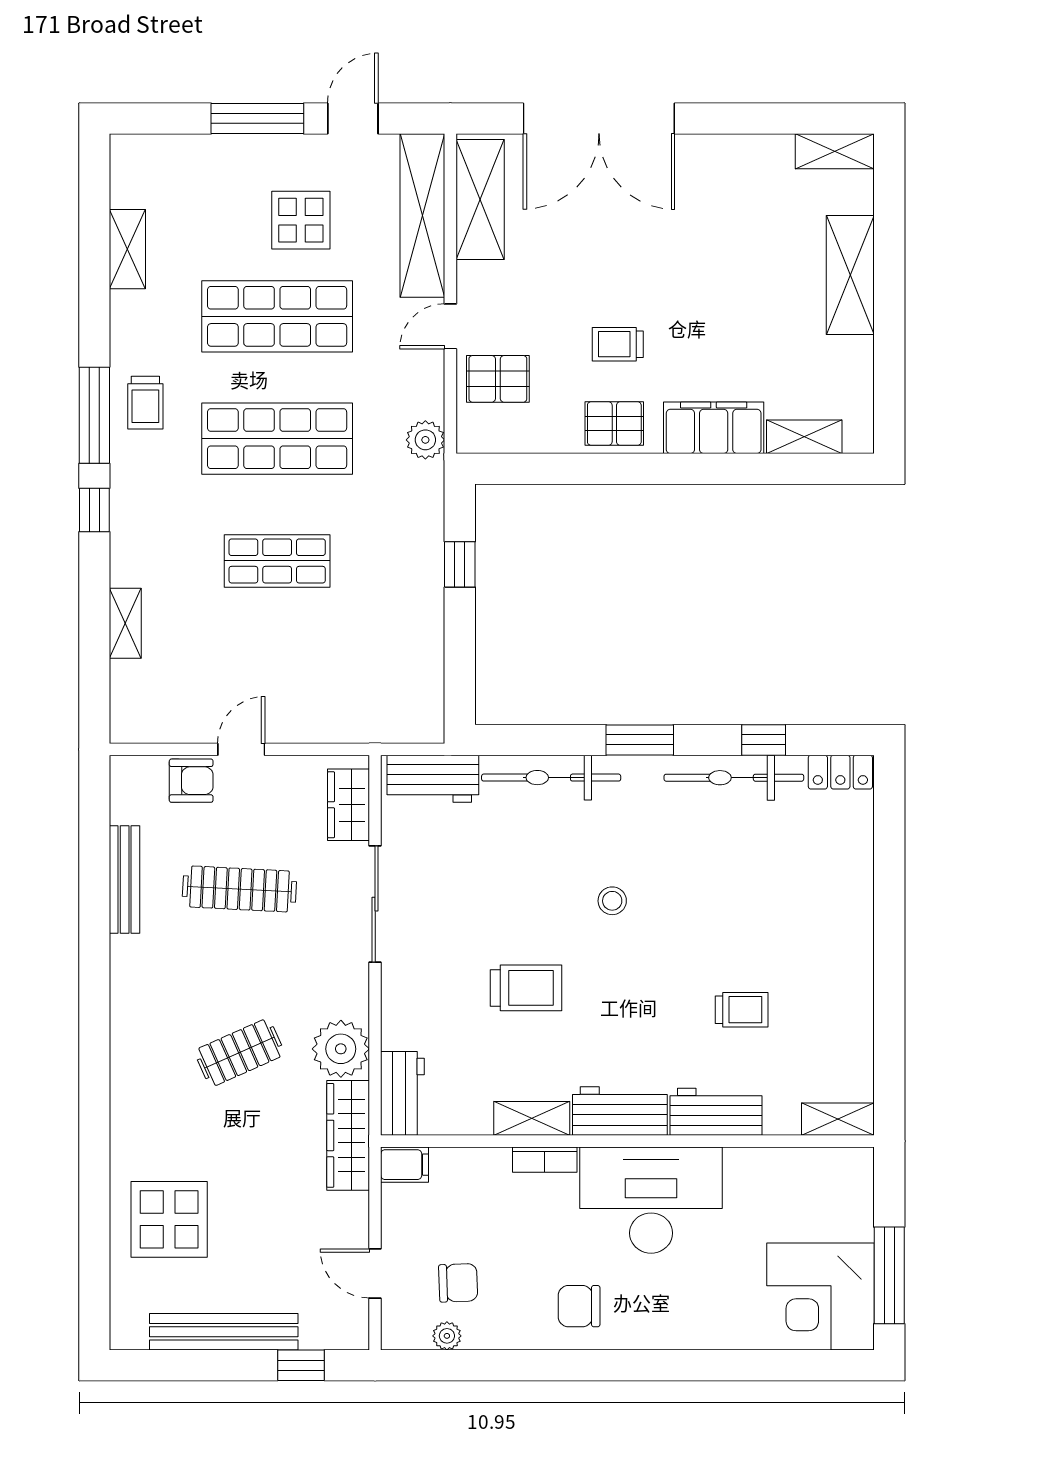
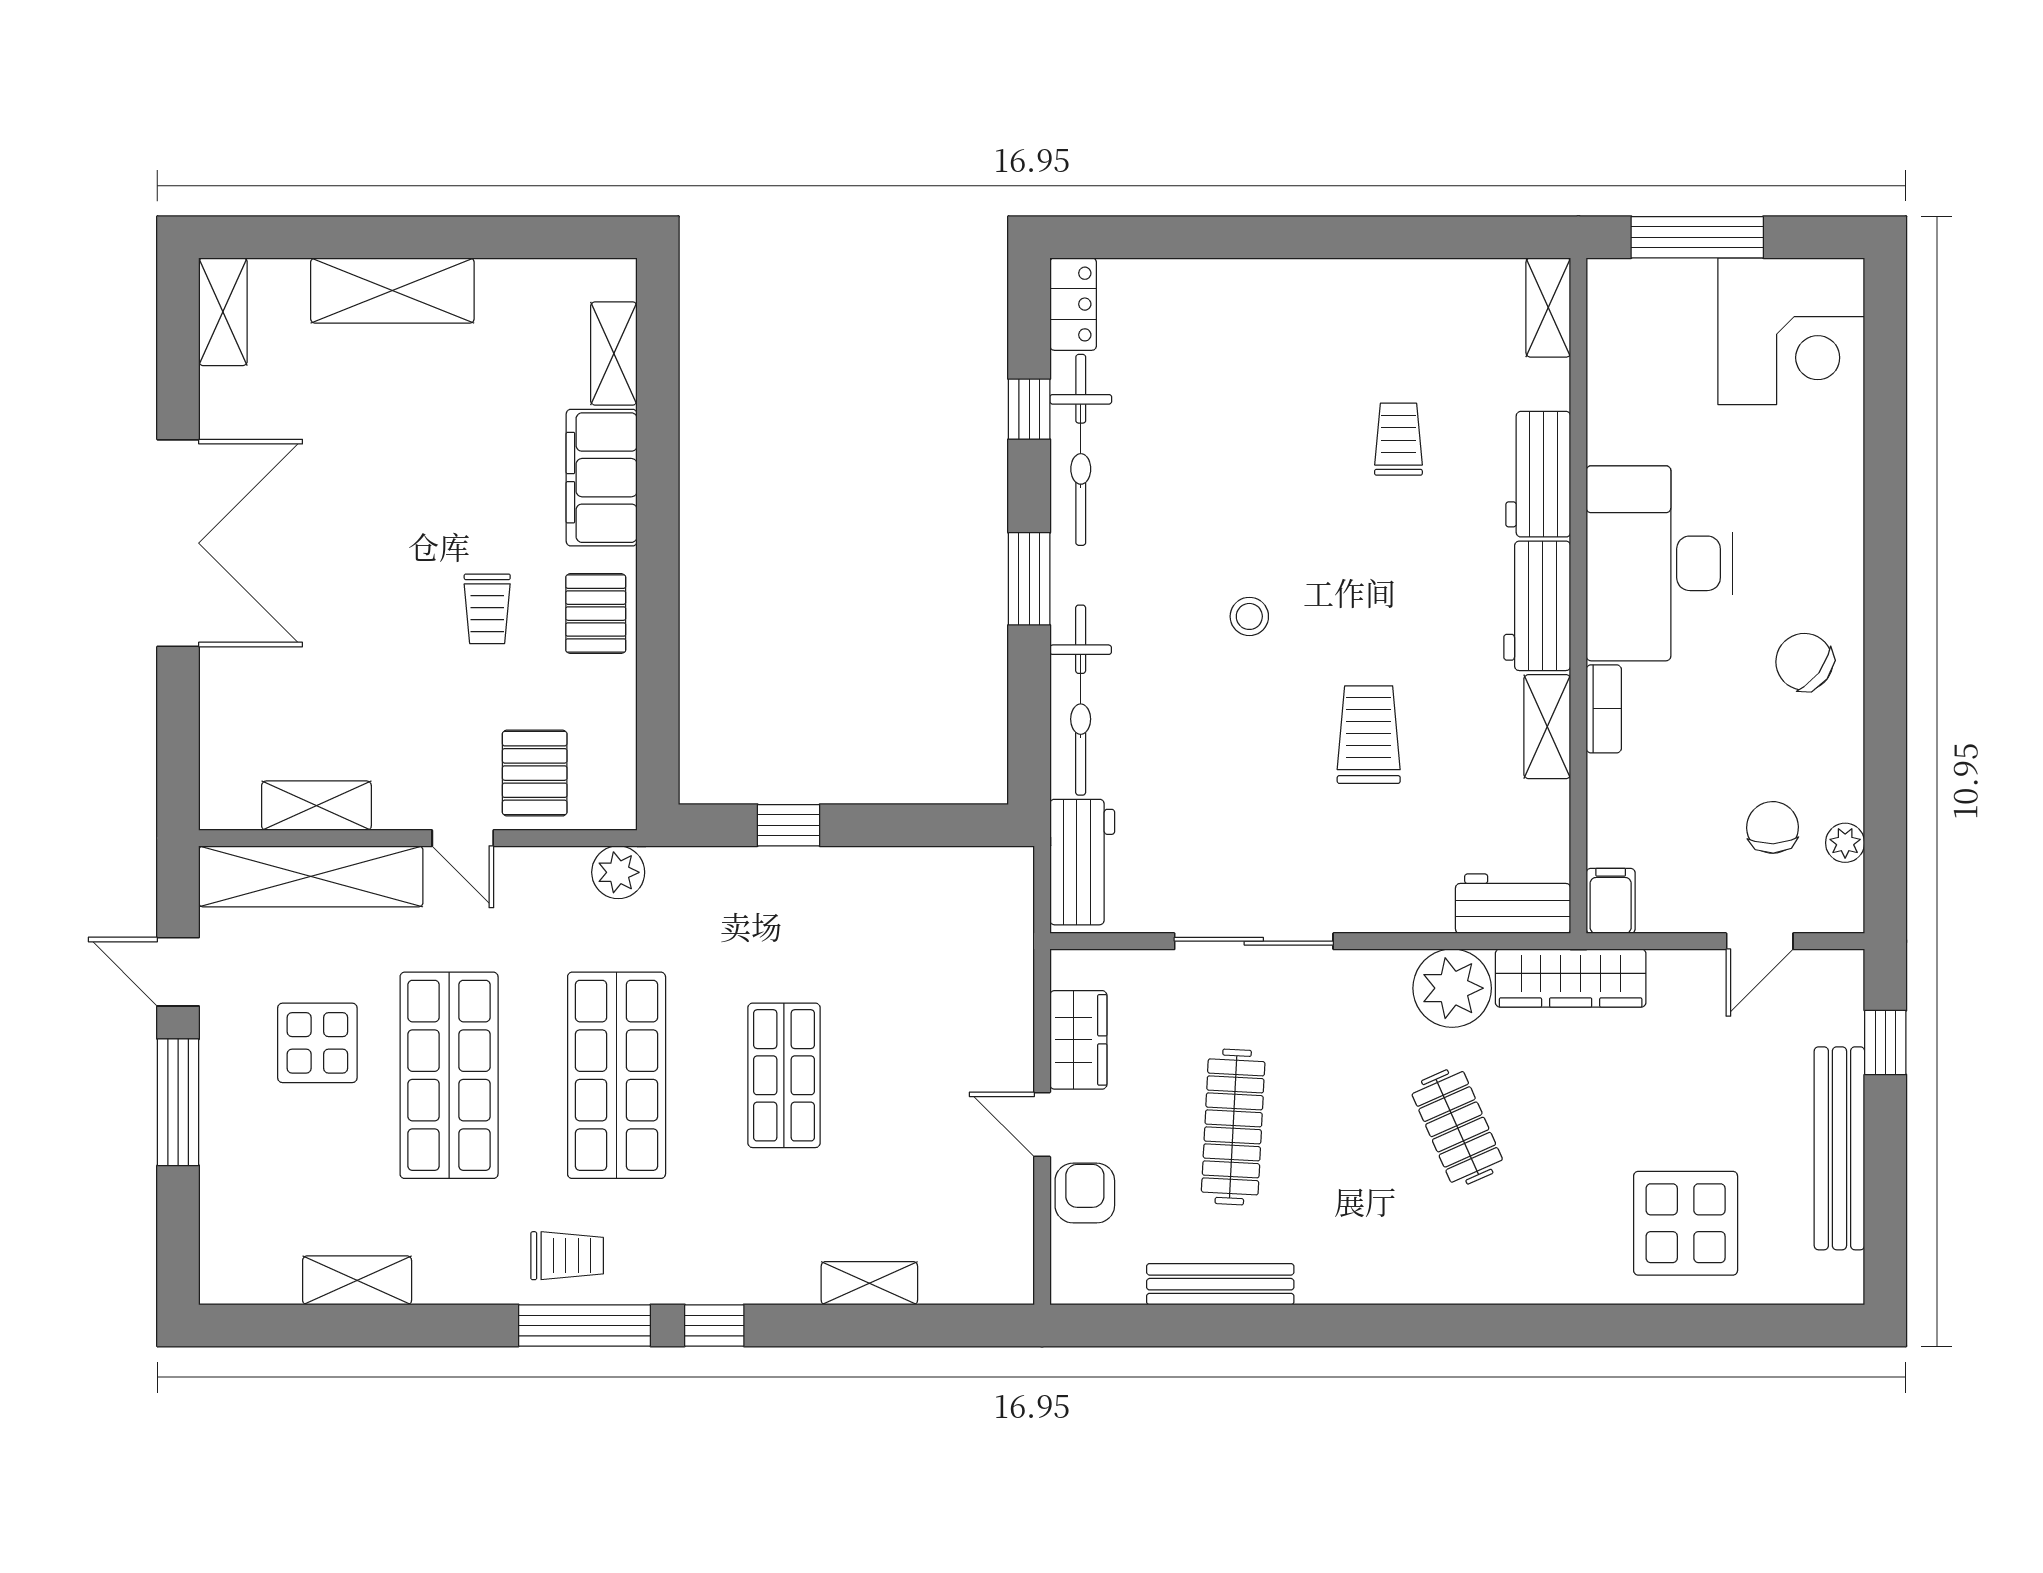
double door: (599, 118) -> (178, 543), moved
shelving: (480, 199) -> (316, 806), width x0.67, depth x0.75
wardrobe: (349, 805) -> (1078, 1040), moved, turned -90
window: (889, 1275) -> (1697, 237), moved
chair: (579, 1306) -> (1804, 662), turned 127

